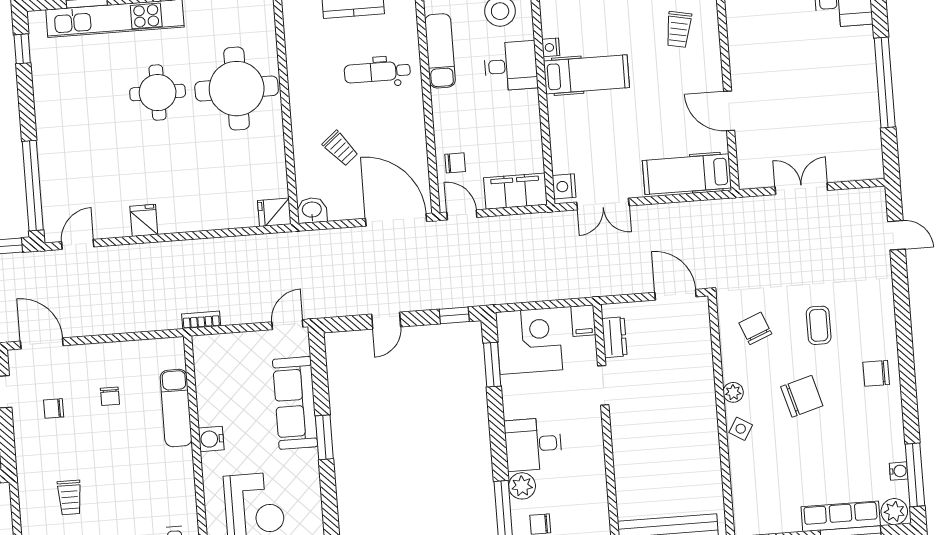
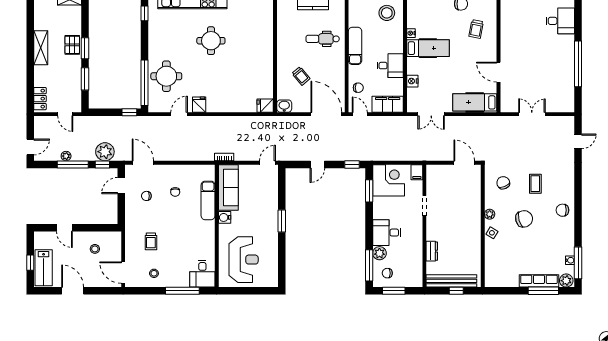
exam couch: (440, 51) -> (355, 46), moved
desk: (511, 66) -> (390, 66), moved
round table: (237, 89) -> (166, 76), moved, width x0.73, depth x0.73
nightstand: (564, 186) -> (412, 81), moved
door: (896, 235) -> (578, 141), hinge flipped
door: (78, 244) -> (179, 114), moved
dresser: (614, 337) -> (432, 251), moved
sofa: (295, 403) -> (228, 187), moved, turned 180

